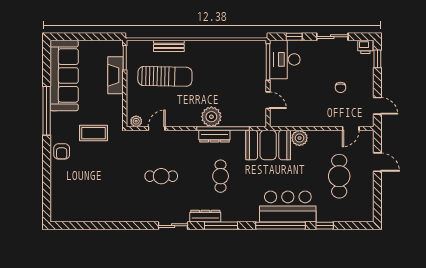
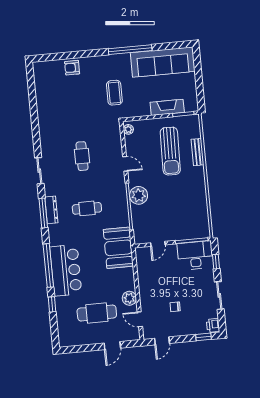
door: (157, 128) -> (125, 164), moved
dresser: (214, 136) -> (122, 200), removed
plant: (299, 138) -> (129, 298), moved
armchair: (62, 151) -> (72, 68), moved
dresser: (205, 216) -> (51, 210), moved

